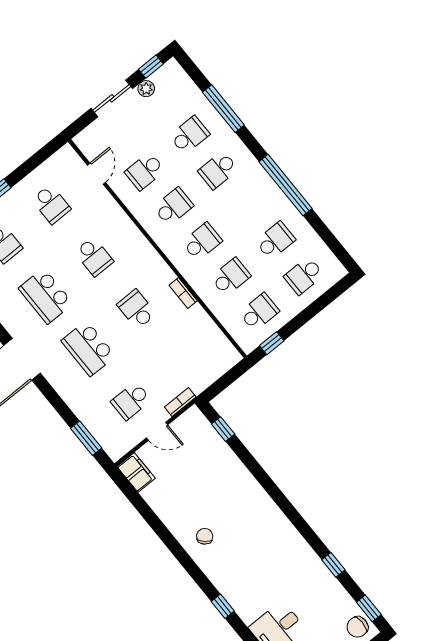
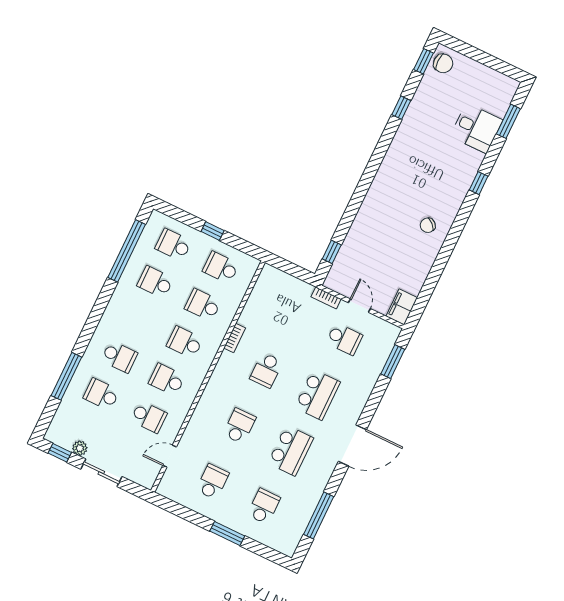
window: (285, 185) -> (127, 251), moved
school desk: (304, 276) -> (173, 245), turned 180
window: (272, 343) -> (213, 231), moved

